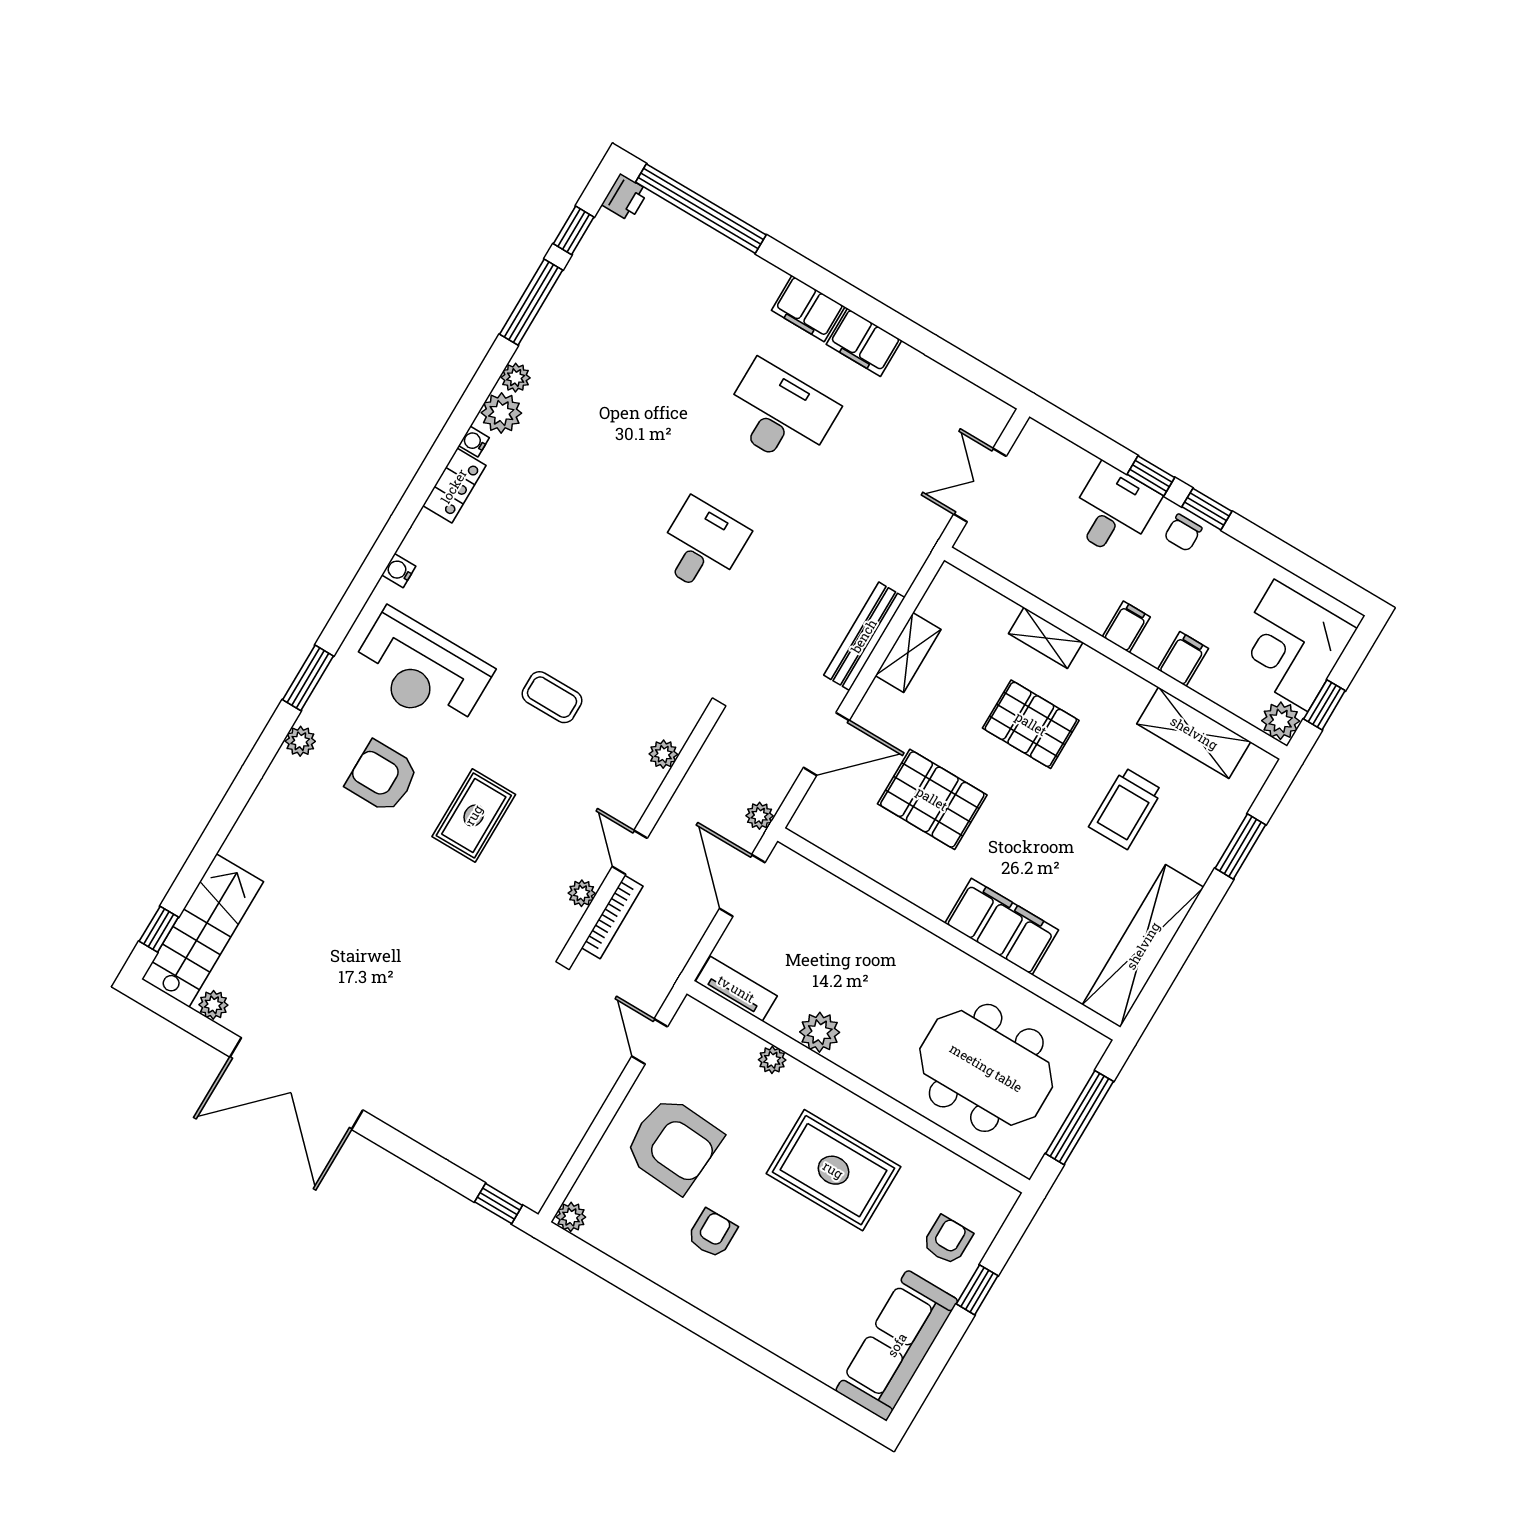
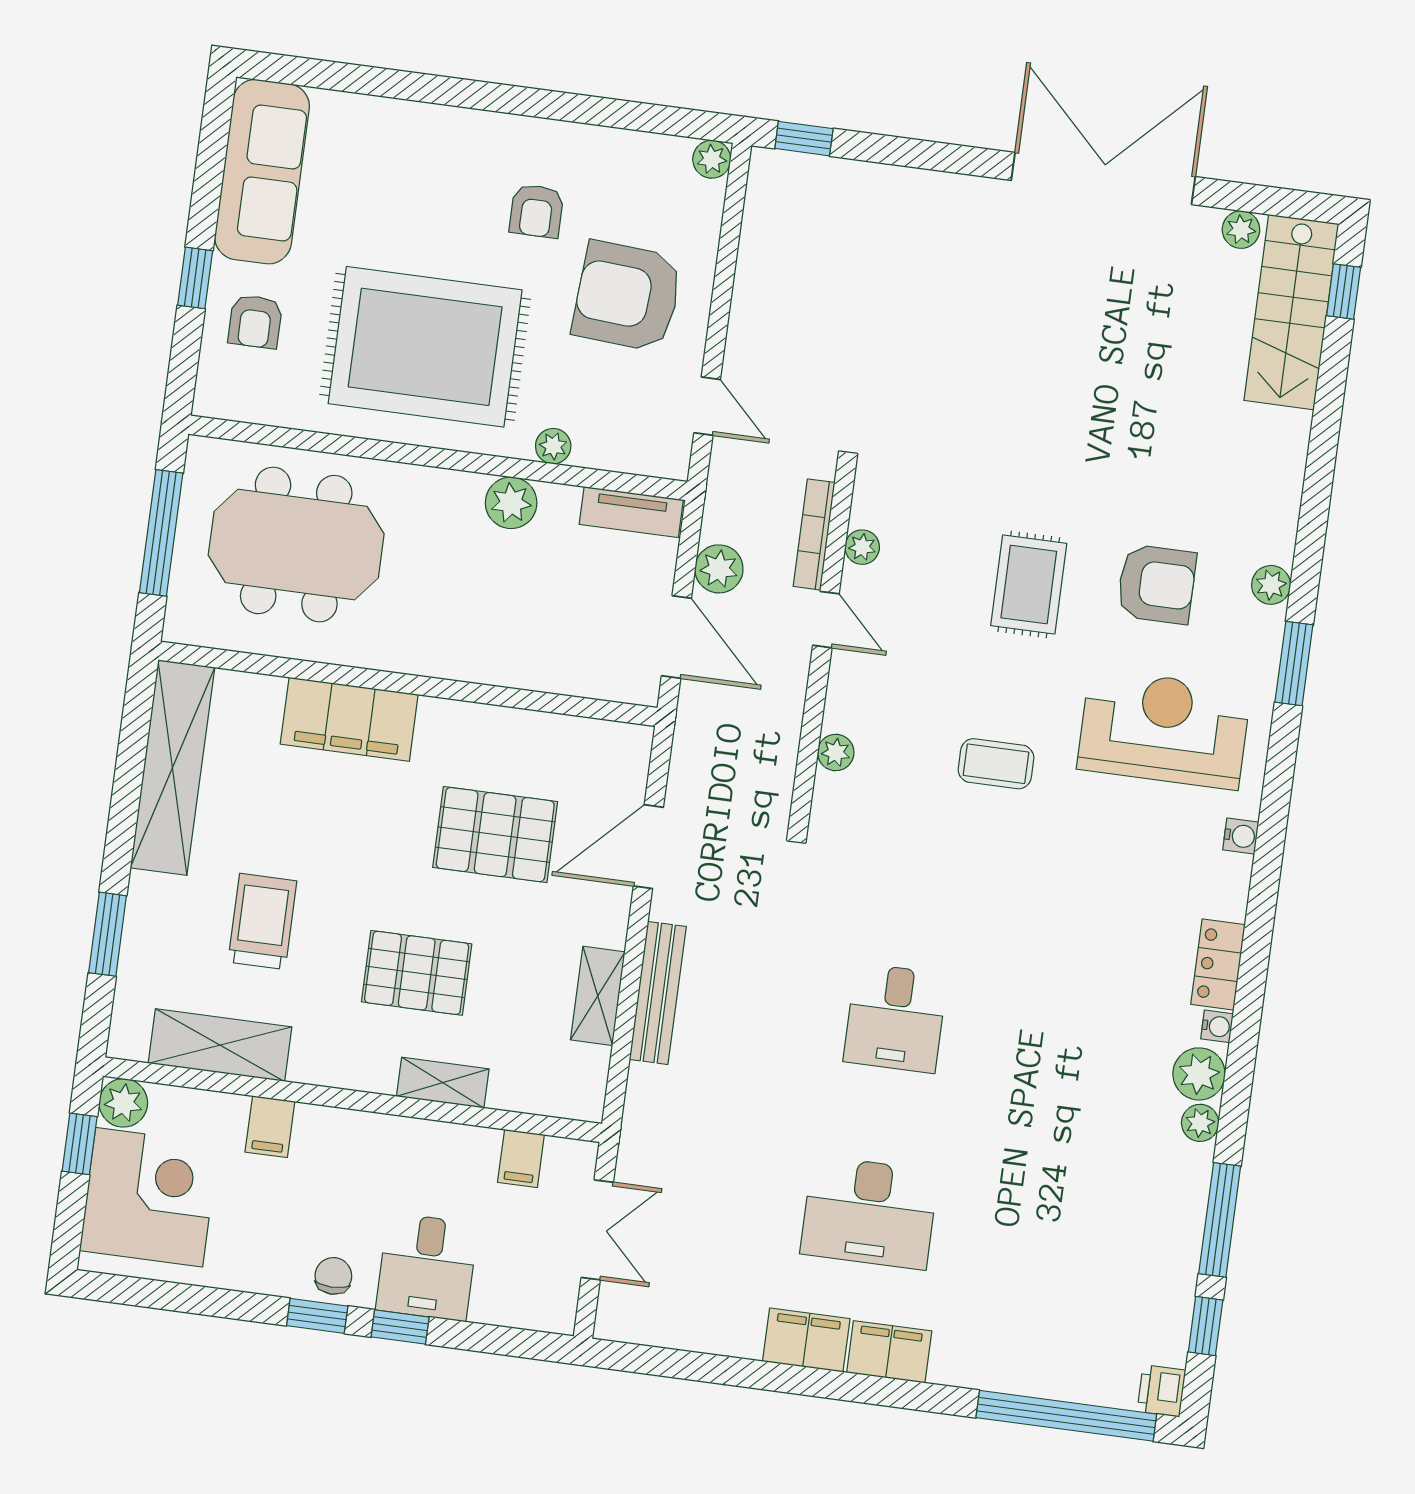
filing cabinet: (1126, 627) -> (521, 1158), moved
plant: (760, 816) -> (719, 569), moved, width x1.38, depth x1.38
rug: (833, 1170) -> (425, 347), width x1.37, depth x1.44

